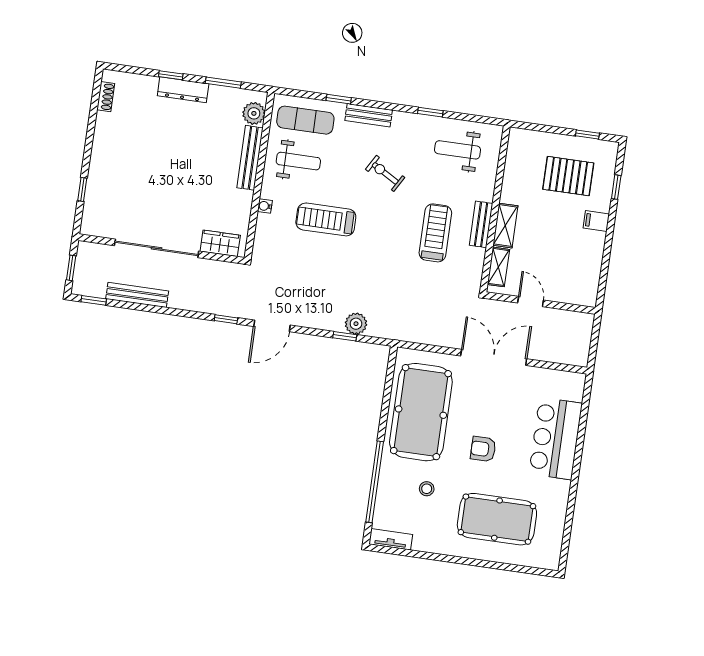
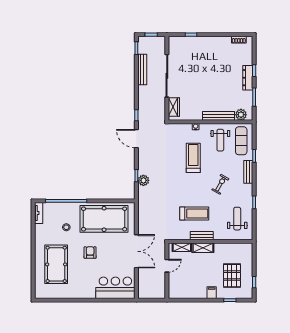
bar counter: (556, 439) -> (115, 288), moved

